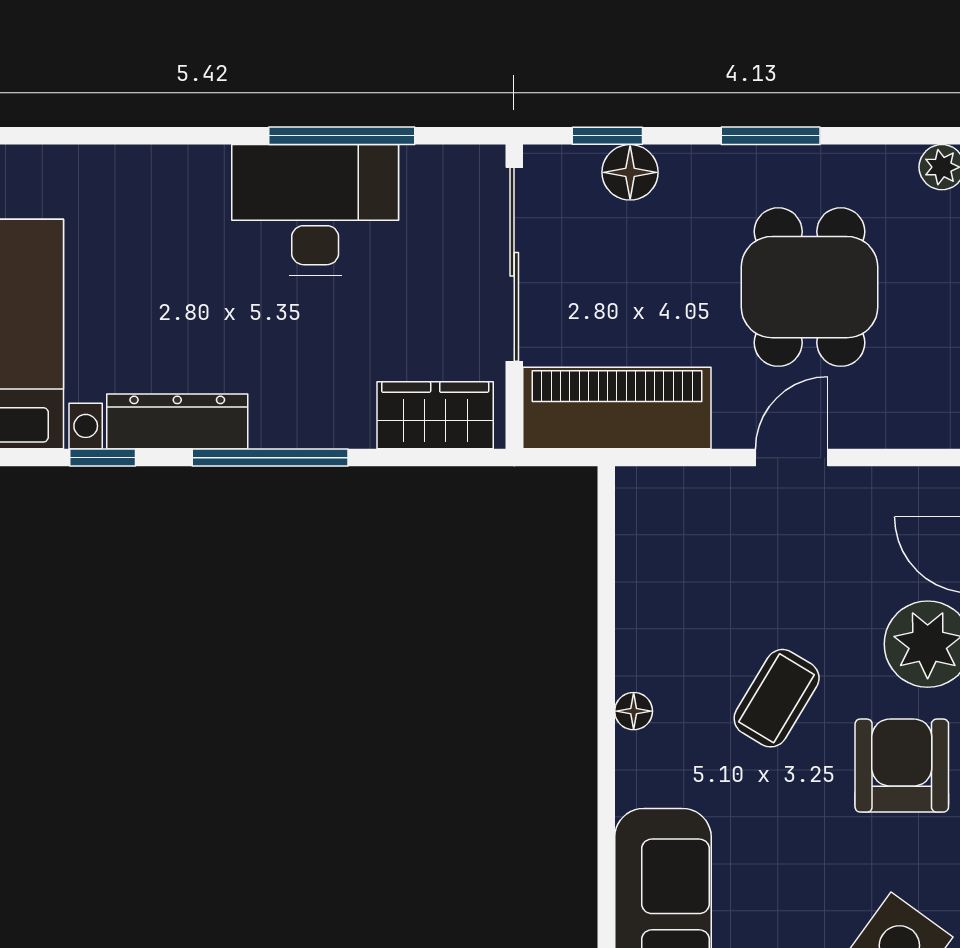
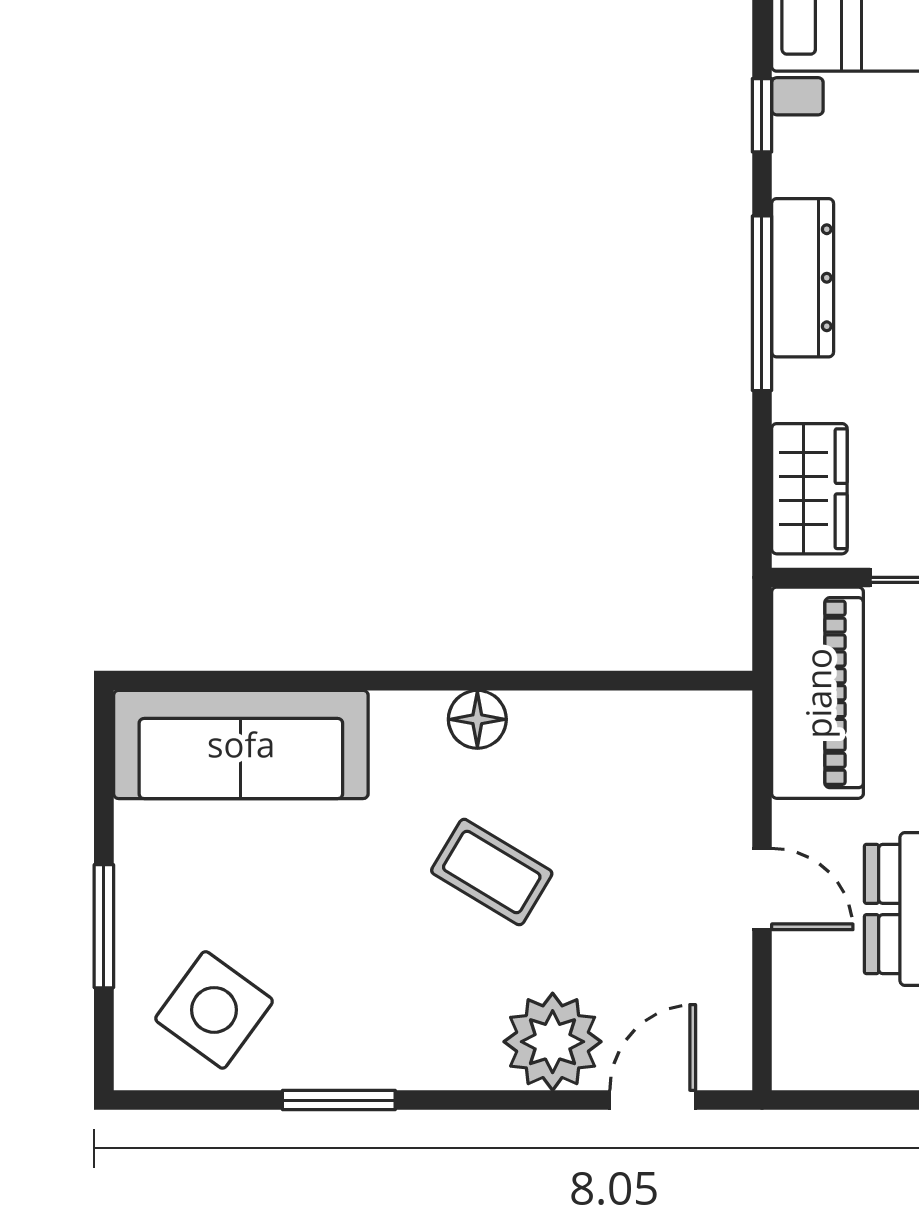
dresser: (177, 421) -> (803, 278), moved
floor lamp: (634, 711) -> (477, 719), width x1.37, depth x1.37
armchair: (902, 766) -> (416, 1013), removed

